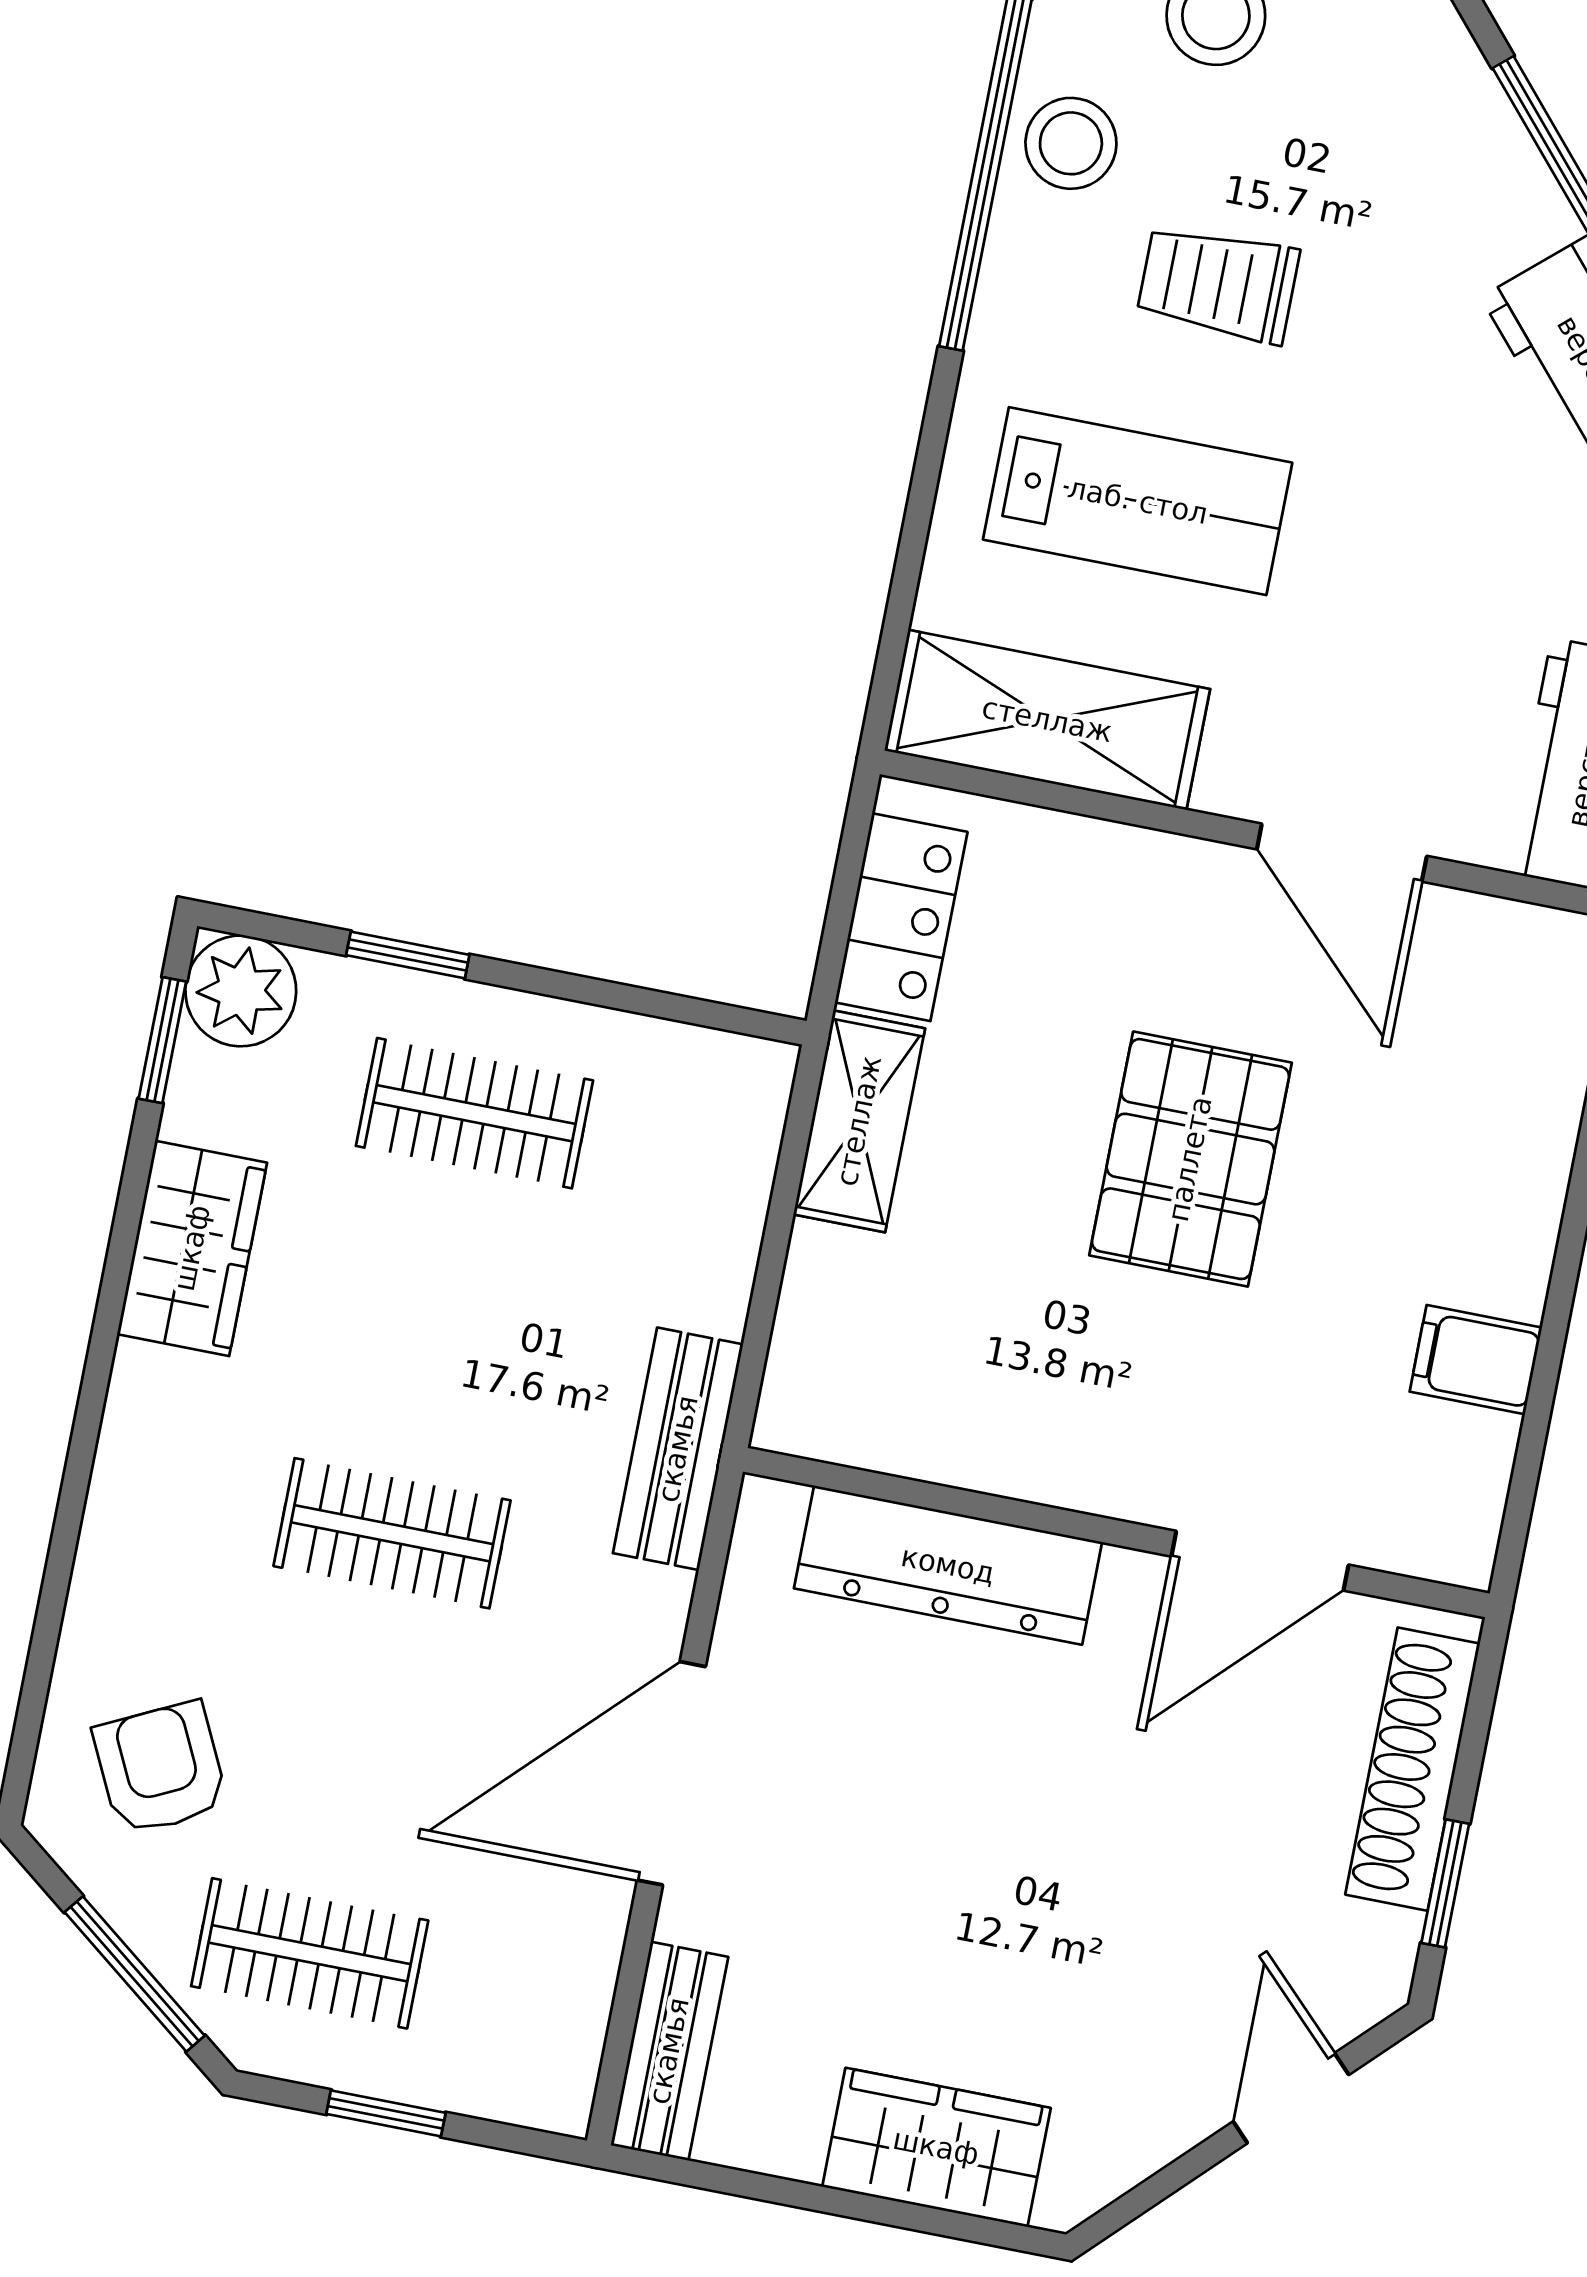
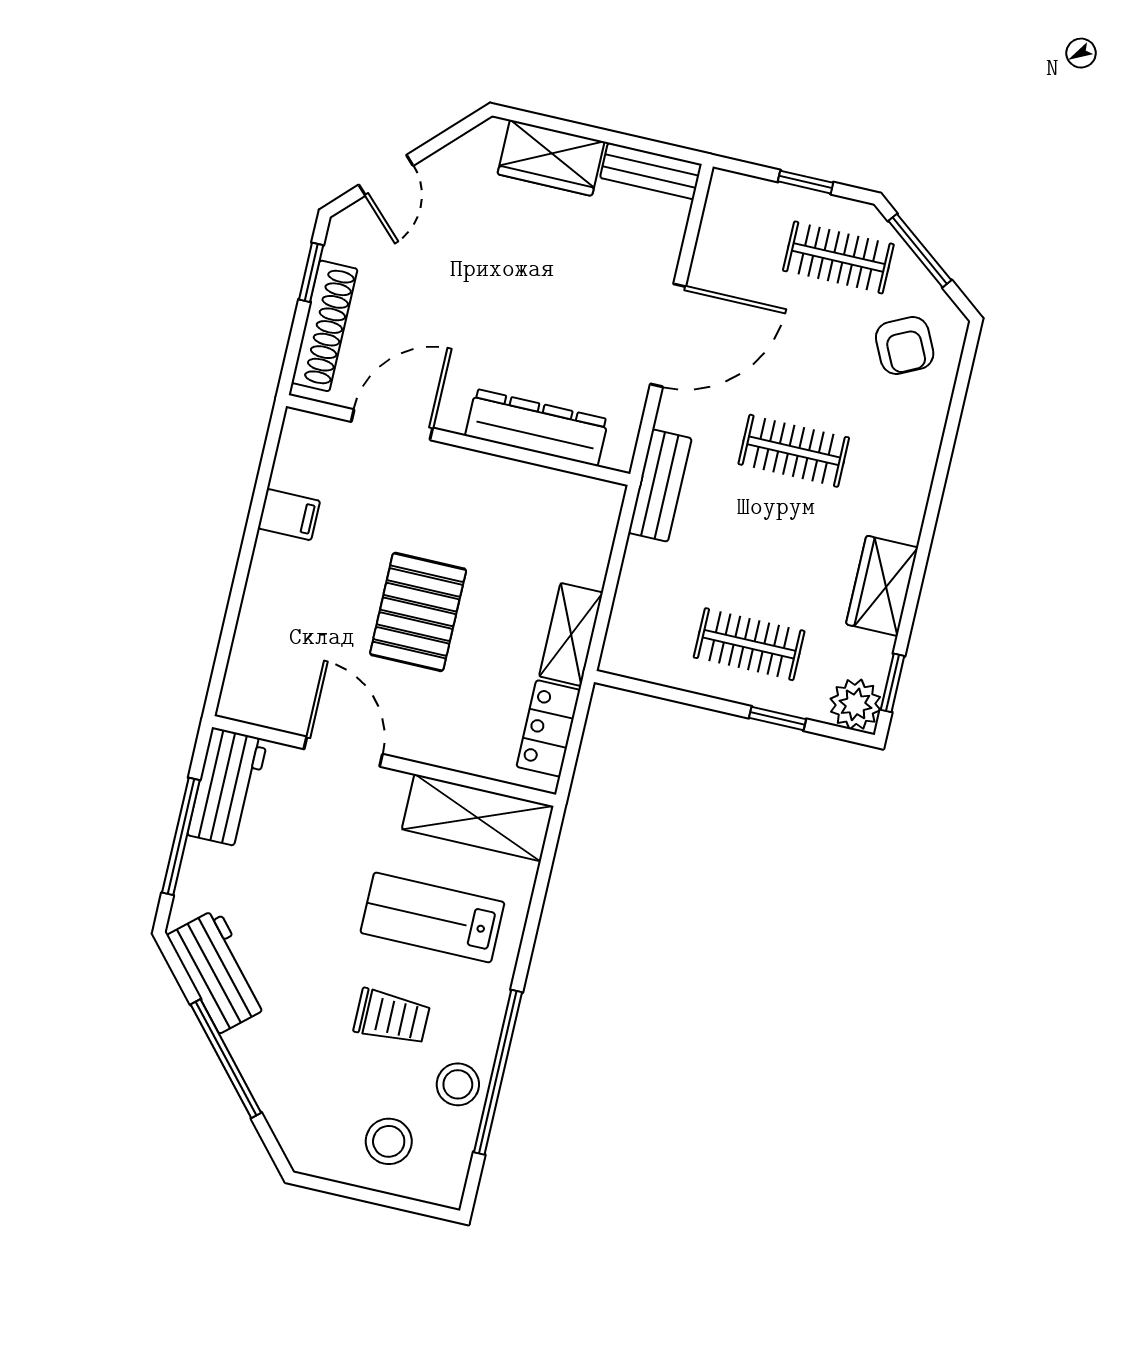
bench: (669, 2051) -> (651, 171), moved, turned 90

